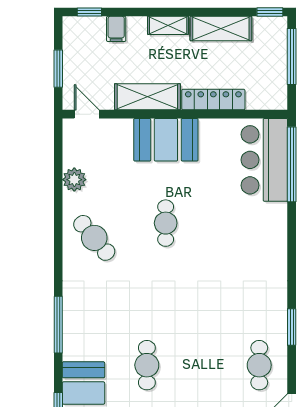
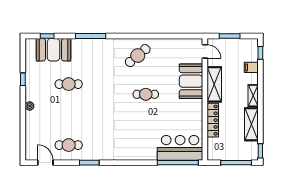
door: (87, 114) -> (205, 51), hinge flipped
booth: (166, 140) -> (191, 81), moved
plant: (74, 180) -> (169, 45), removed

